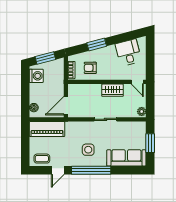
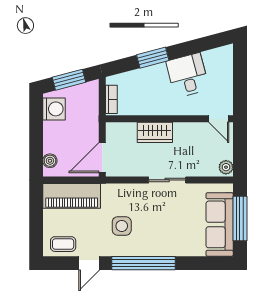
desk: (128, 53) -> (188, 75), moved
armchair: (90, 68) -> (142, 96), removed
wardrobe: (112, 90) -> (155, 132), moved
window: (150, 143) -> (240, 219), width x1.44
side table: (88, 150) -> (122, 226), moved
sofa: (126, 158) -> (220, 224), moved, turned -90

